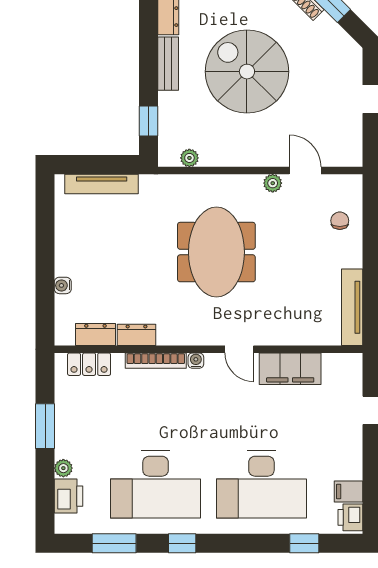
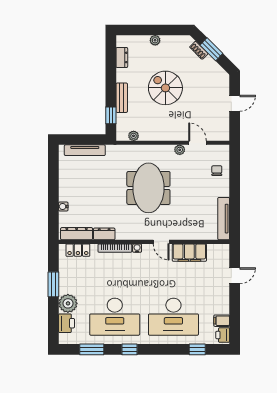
bench: (168, 64) -> (122, 98), moved
spiral stairs: (247, 72) -> (165, 88), width x0.73, depth x0.73
dresser: (95, 335) -> (77, 234), width x1.44
plant: (63, 468) -> (68, 303), width x1.88, depth x1.88

